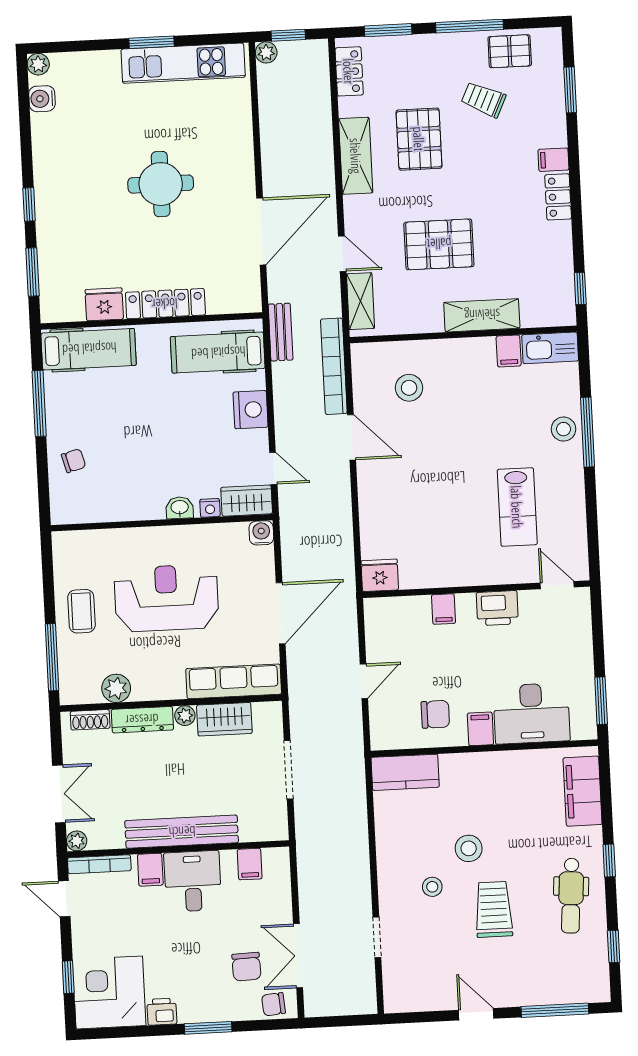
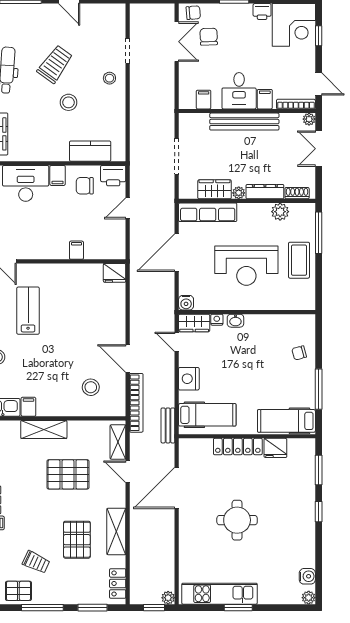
printer: (497, 608) -> (113, 176), moved, turned 180
coffee table: (81, 611) -> (299, 260), width x1.36, depth x1.30
kitchen counter: (405, 772) -> (90, 151), moved
stool: (432, 887) -> (109, 78), moved
trolley: (494, 909) -> (55, 64), turned -144

